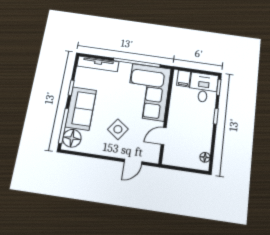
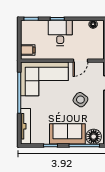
desk: (203, 88) -> (60, 33), moved, turned 90
door: (164, 136) -> (81, 61), hinge flipped

